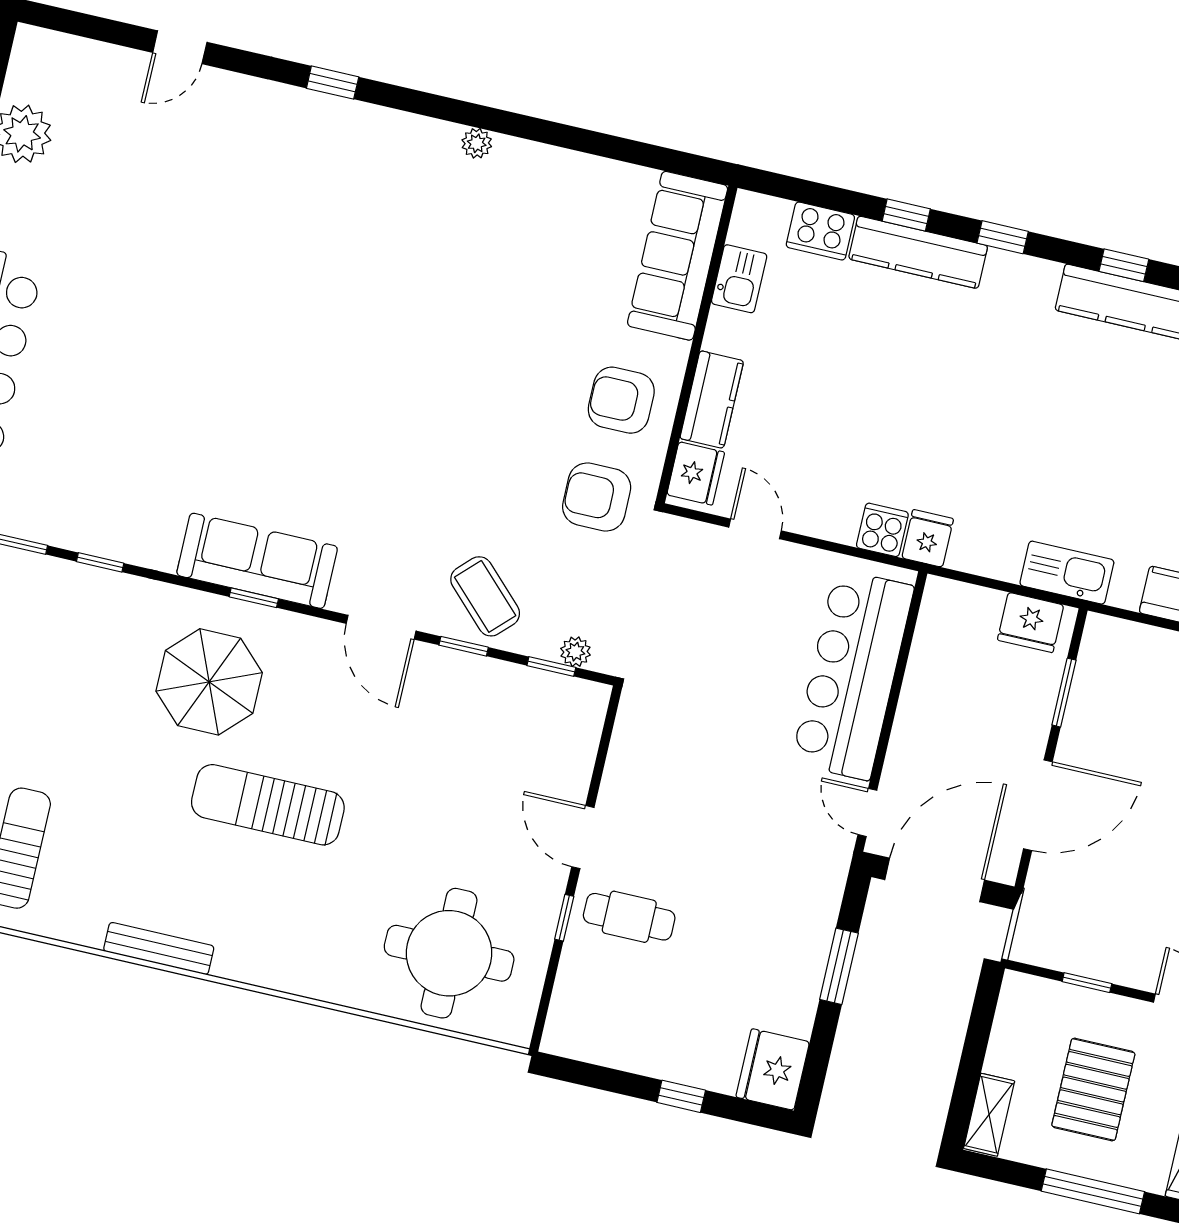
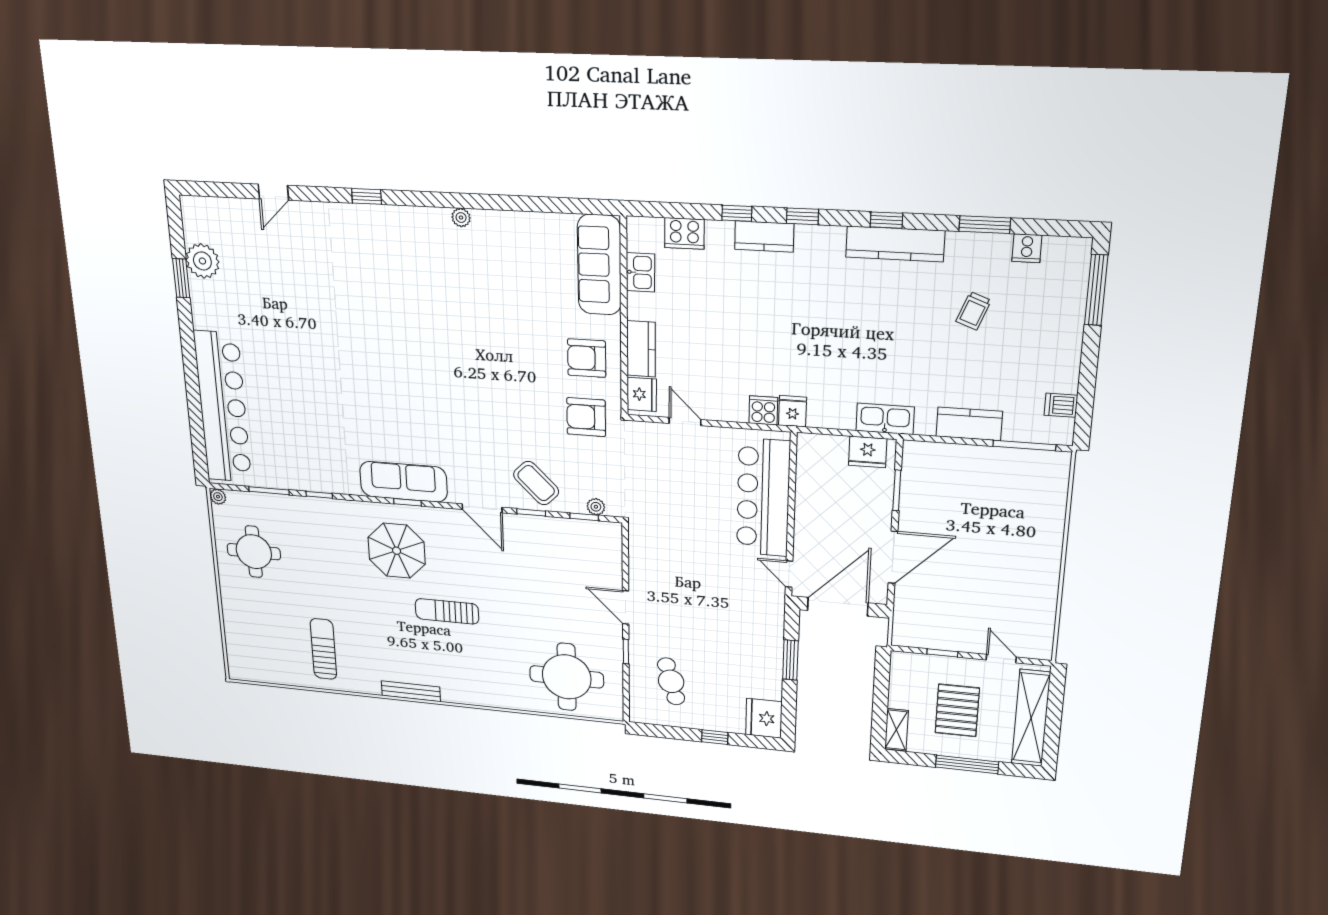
kitchen counter: (918, 252) -> (764, 237), width x0.67
sun lounger: (268, 805) -> (447, 611), width x0.73, depth x0.75
cafe table: (629, 917) -> (671, 681), moved, turned 75

